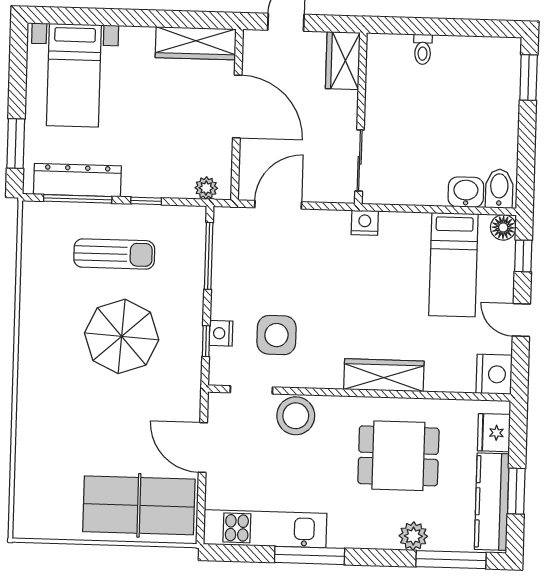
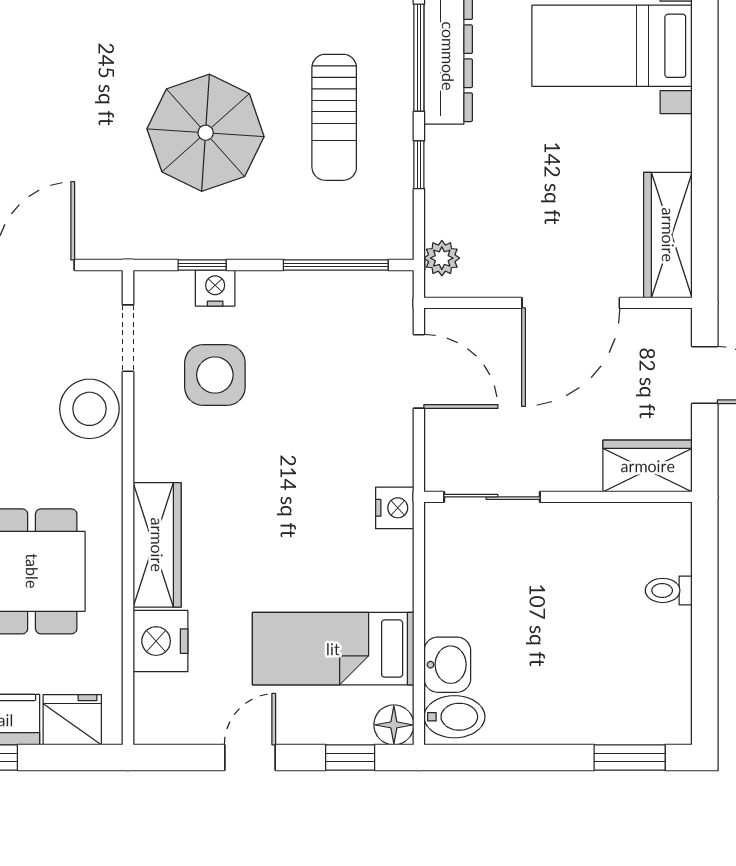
nightstand: (494, 374) -> (160, 641), moved, turned 90

